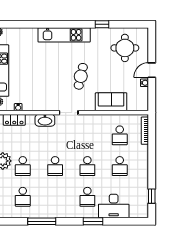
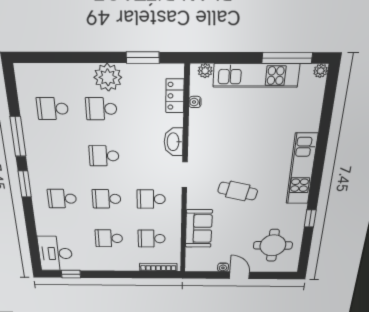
school desk: (87, 135) -> (151, 199), added
desk: (114, 206) -> (55, 254), moved
window: (93, 221) -> (25, 184), moved

